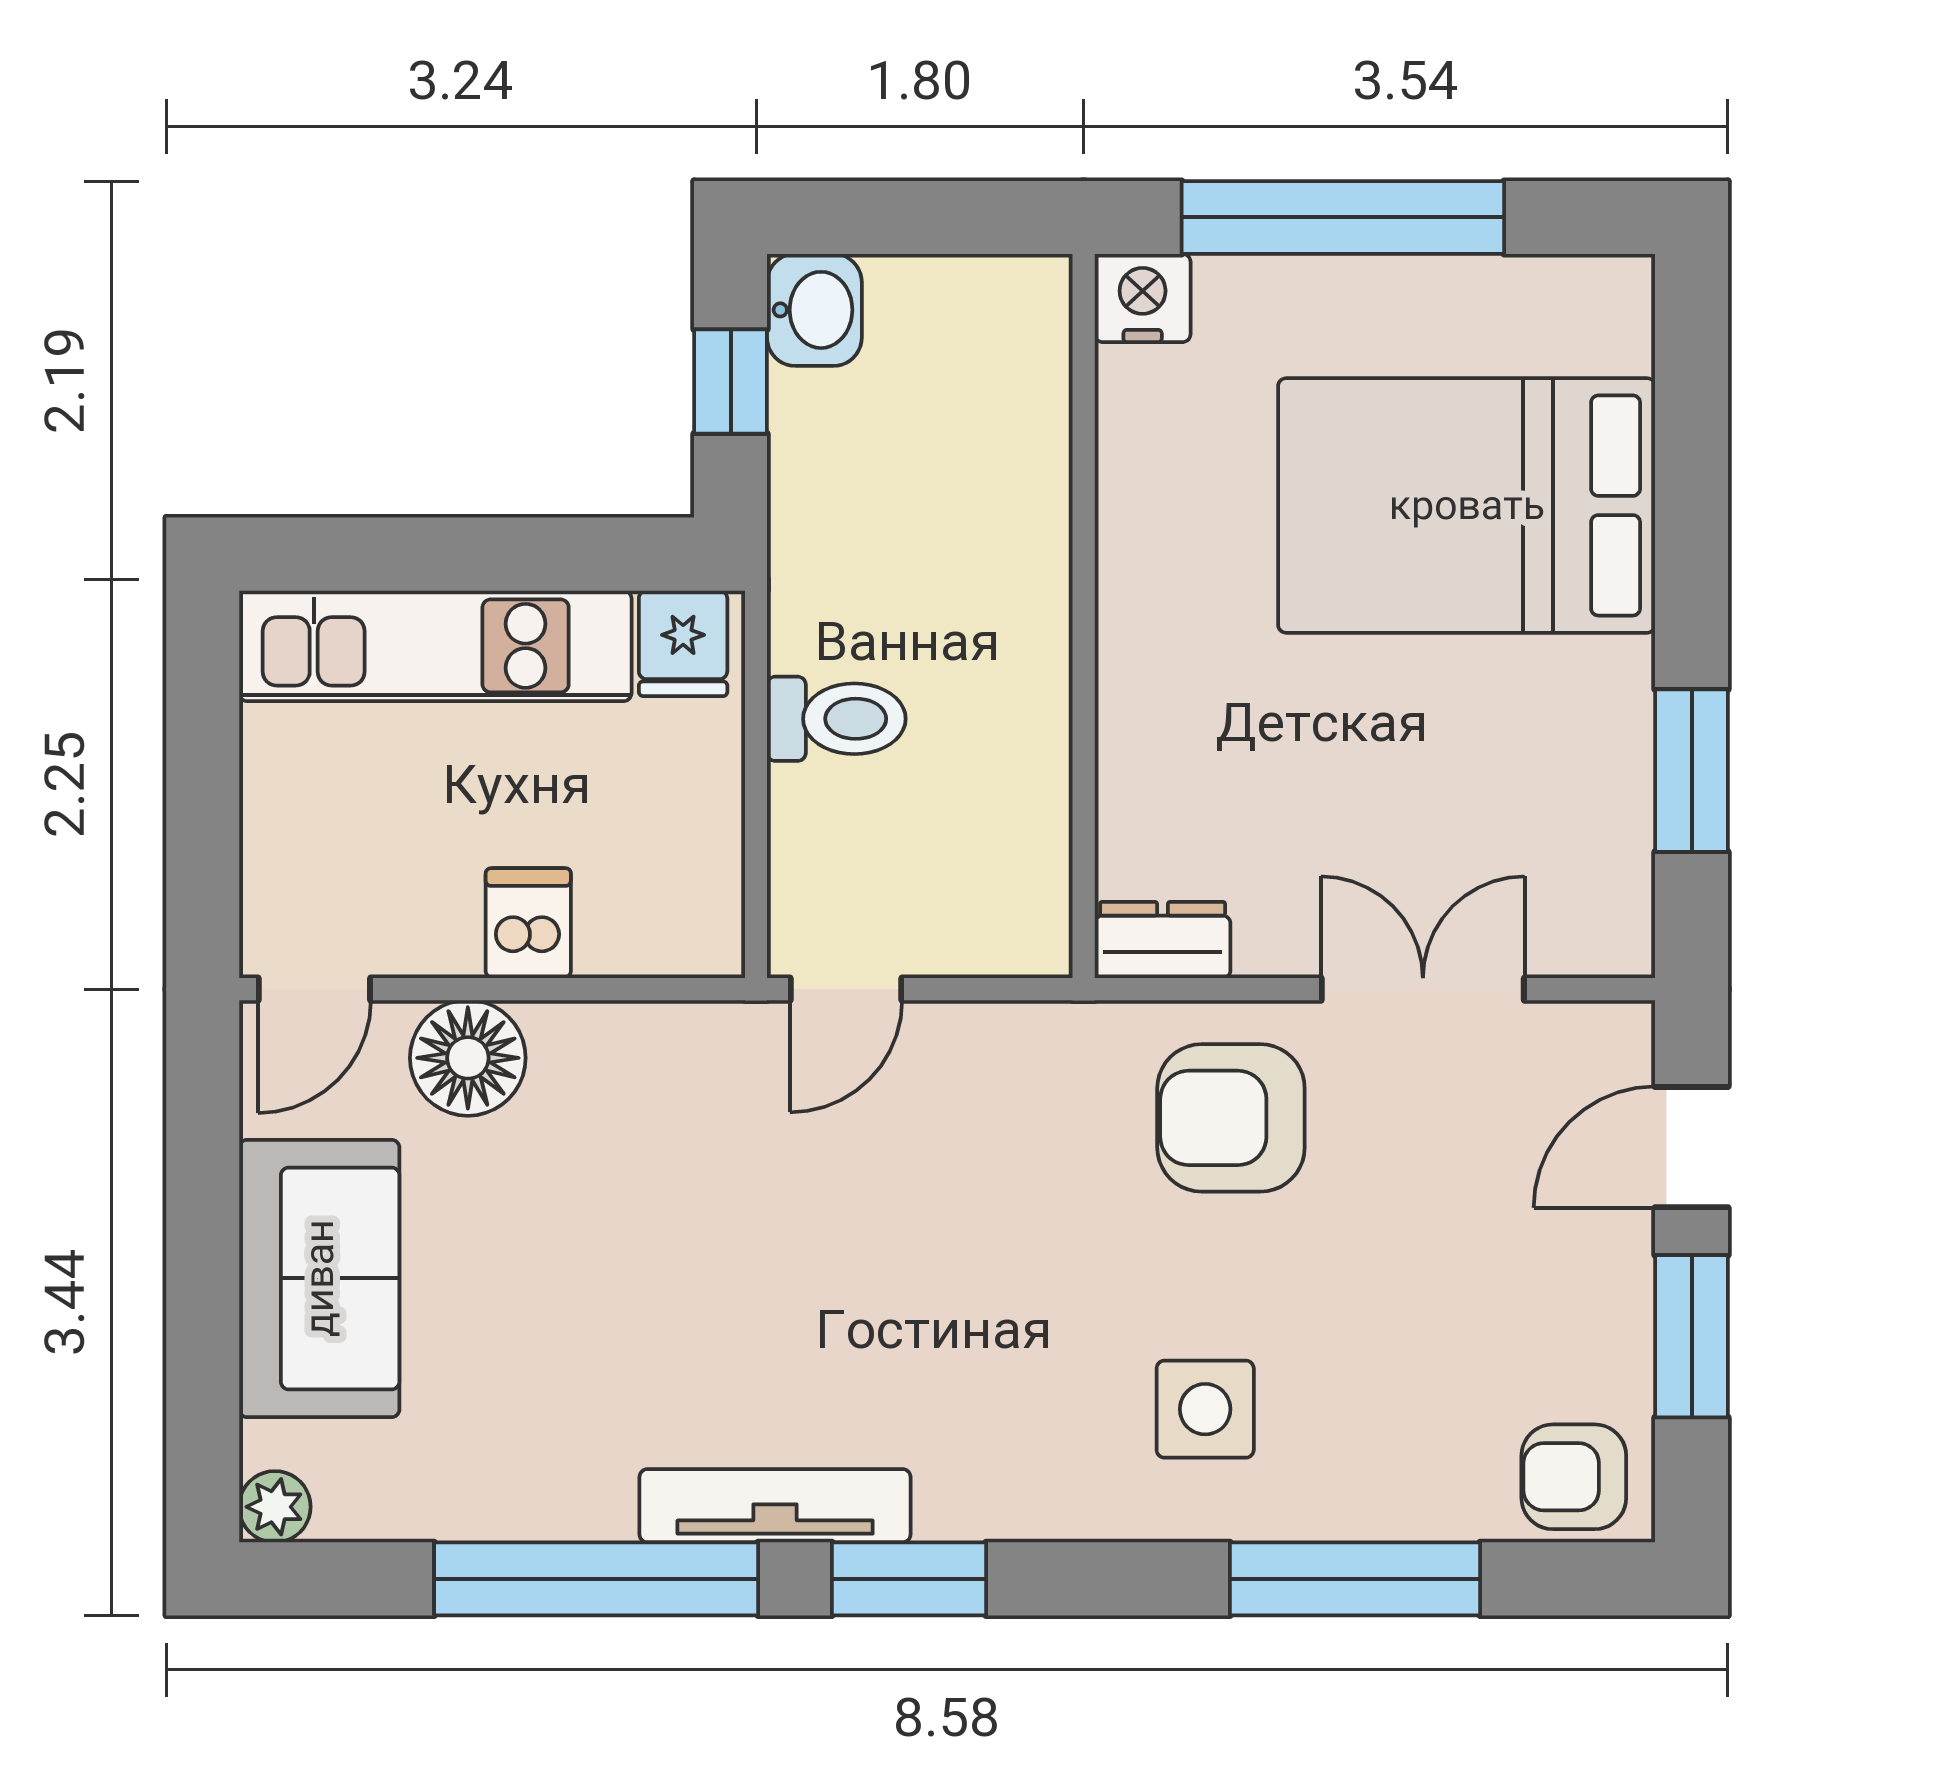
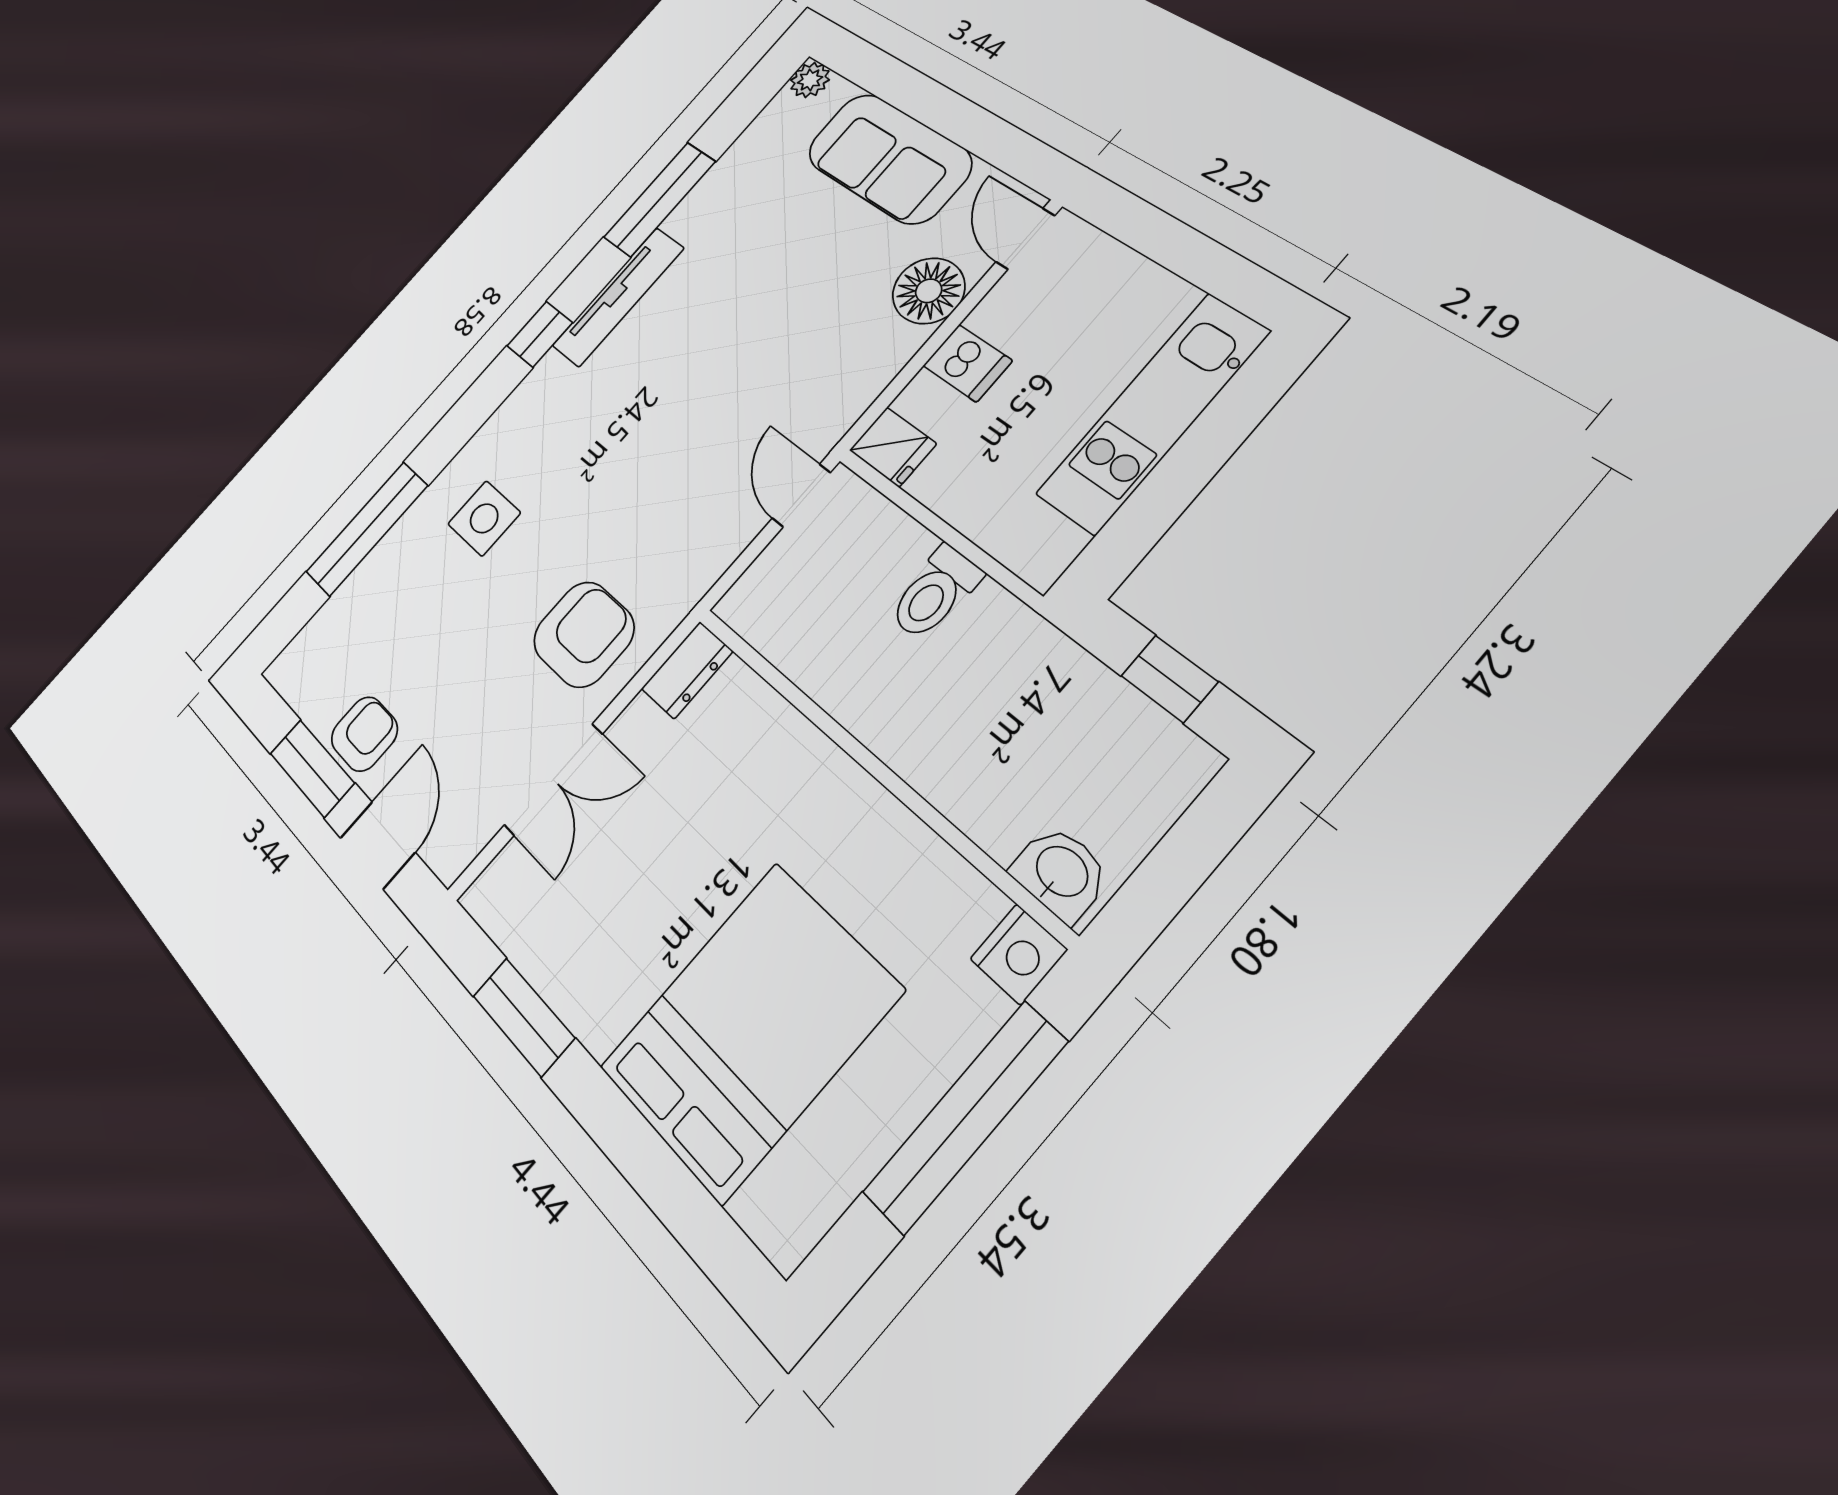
washbasin: (814, 310) -> (1061, 873), moved, turned 180
fridge: (683, 643) -> (893, 447), moved, turned 180
armchair: (1574, 1477) -> (364, 734), moved
window: (596, 1579) -> (659, 200), width x0.68
window: (909, 1579) -> (540, 334), width x0.67

